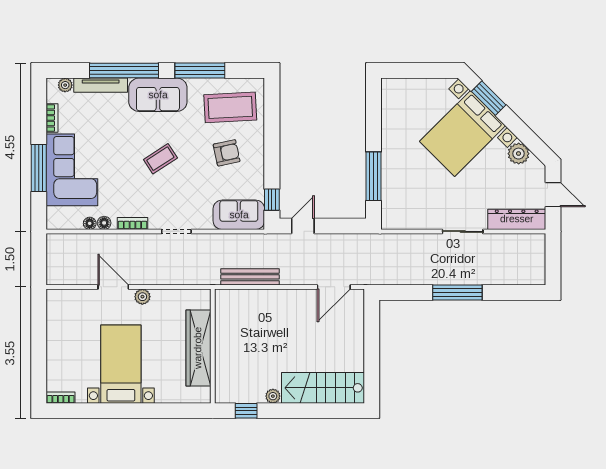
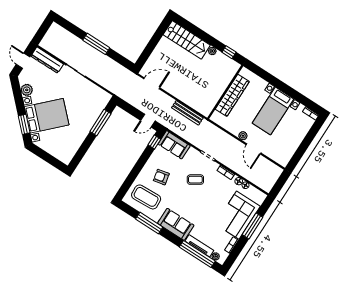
window: (124, 71) -> (197, 254), moved
coffee table: (160, 159) -> (195, 180), moved

